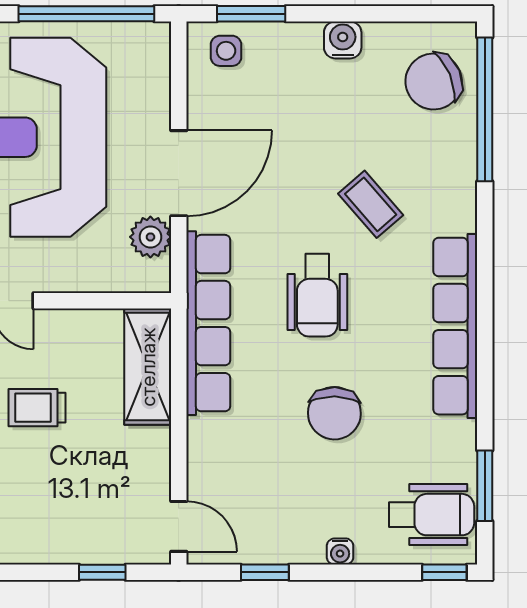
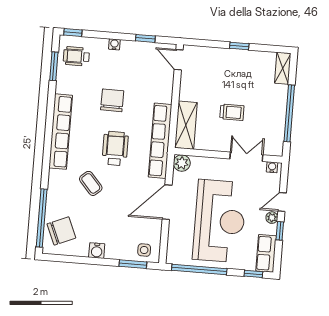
plant: (150, 237) -> (182, 163), moved
wheelchair: (432, 515) -> (76, 56), width x0.73, depth x0.73
window: (102, 572) -> (239, 46), moved

